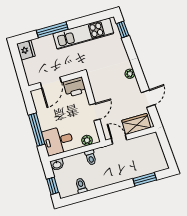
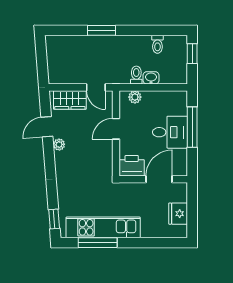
window: (52, 30) -> (98, 243), moved
fridge: (26, 50) -> (178, 214), moved
plant: (130, 74) -> (59, 145), moved
desk: (58, 141) -> (170, 132), moved
washbasin: (57, 165) -> (151, 78), moved
window: (145, 179) -> (101, 30), moved

